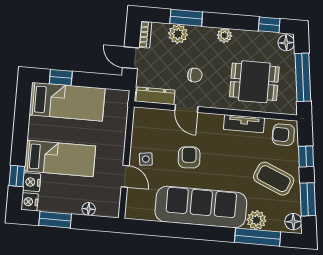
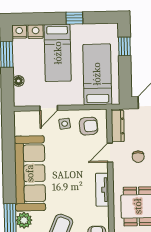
bed: (67, 102) -> (97, 74), moved, turned 180
tv unit: (244, 124) -> (102, 190), moved
armchair: (189, 157) -> (89, 126), moved
window: (17, 176) -> (74, 18), moved

